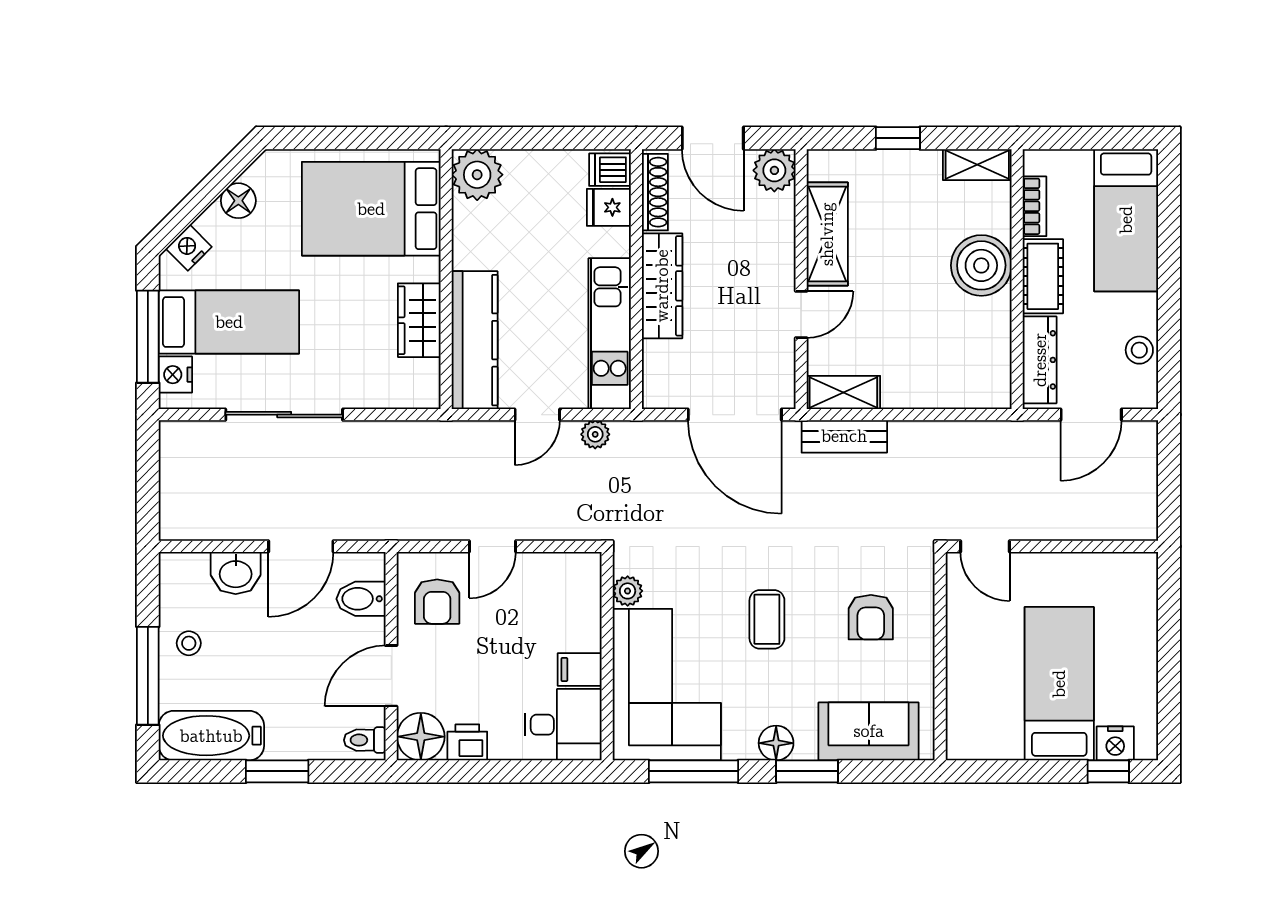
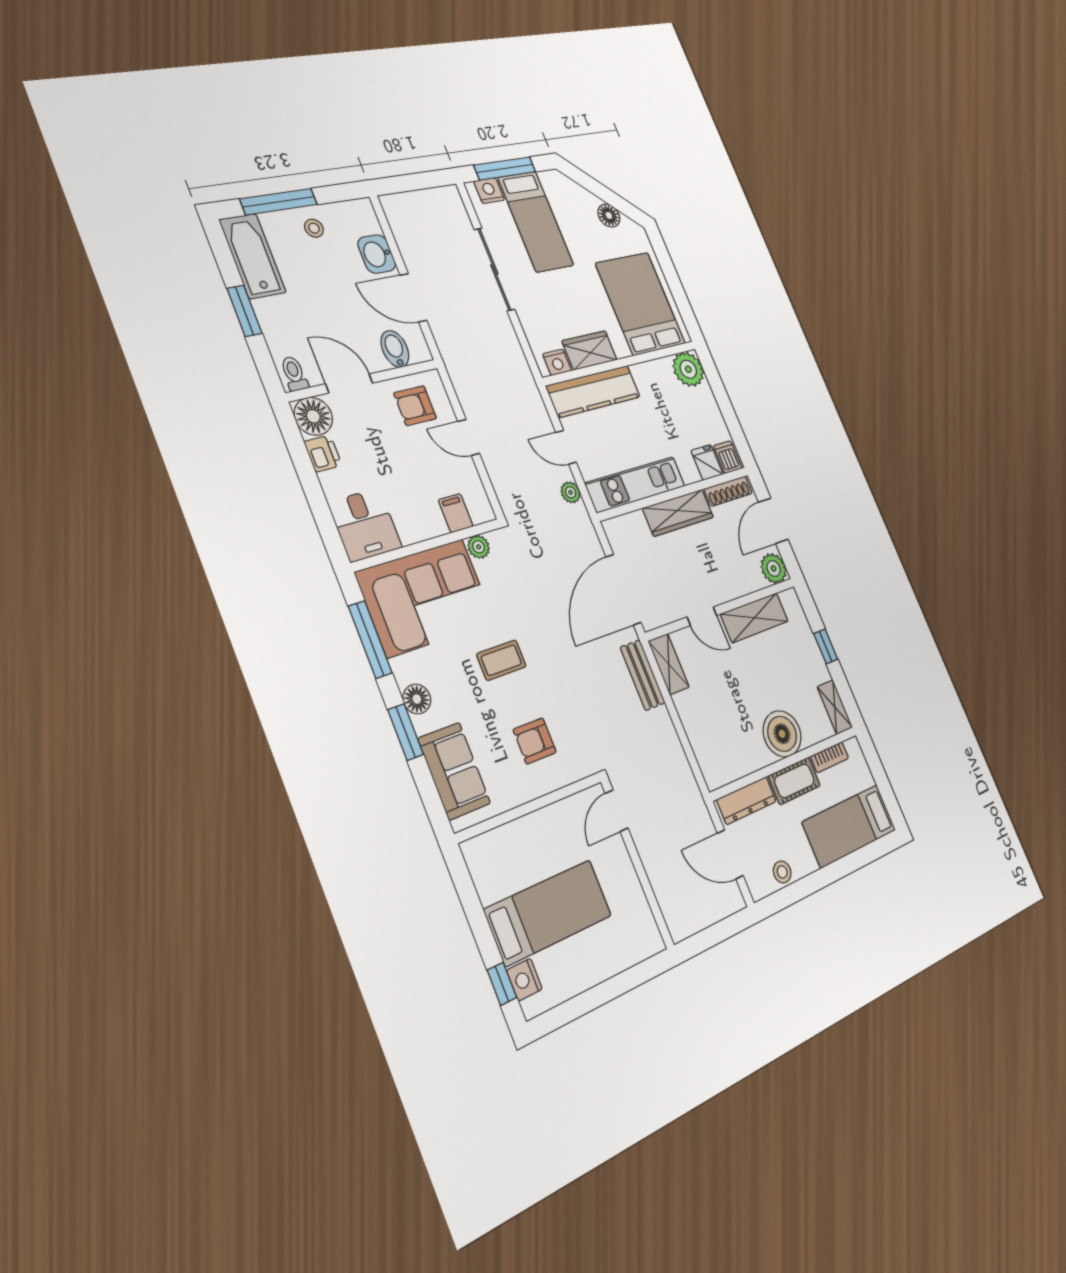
nightstand: (189, 248) -> (557, 362), moved, turned 135
filing cabinet: (580, 669) -> (456, 513), moved

